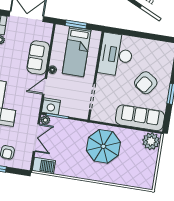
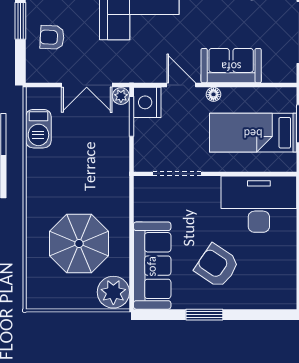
parasol: (103, 146) -> (79, 244), moved
barbecue: (44, 166) -> (38, 129), moved

